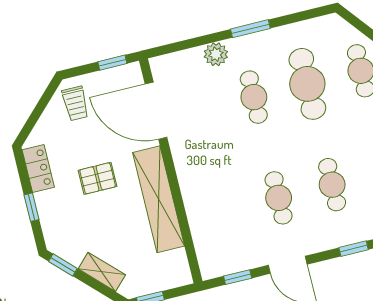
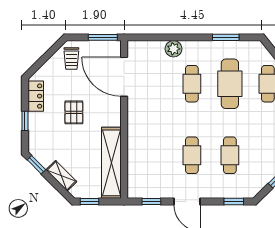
window: (250, 29) -> (226, 37), moved
window: (112, 63) -> (103, 37), width x1.50
pallet: (98, 178) -> (74, 112), turned 90
shelving: (159, 199) -> (111, 163), moved

